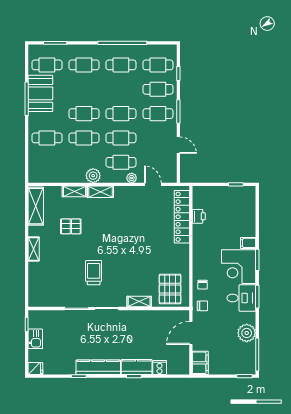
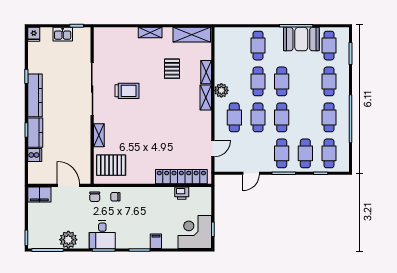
plant: (132, 178) -> (219, 128), removed
corner desk: (239, 267) -> (195, 232), moved

